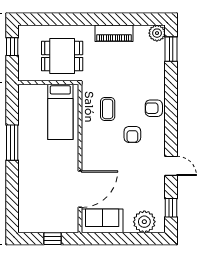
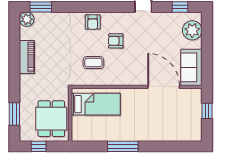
window: (49, 19) -> (14, 114), added
dining table: (62, 56) -> (51, 119), moved
armchair: (132, 134) -> (116, 41), turned 180

